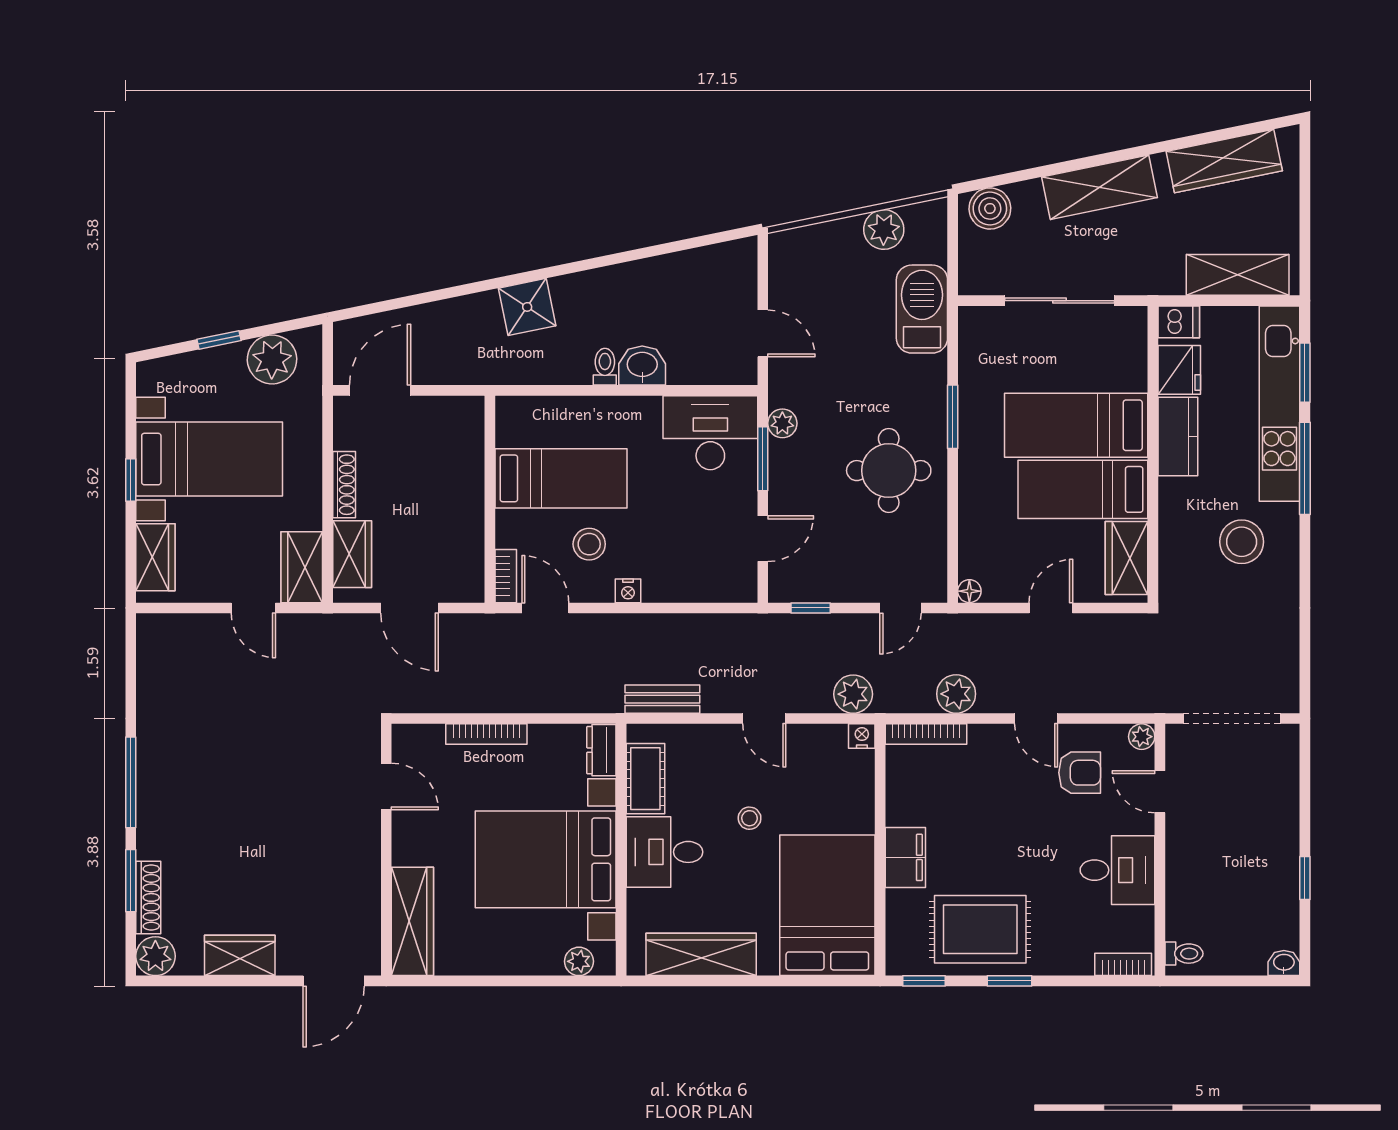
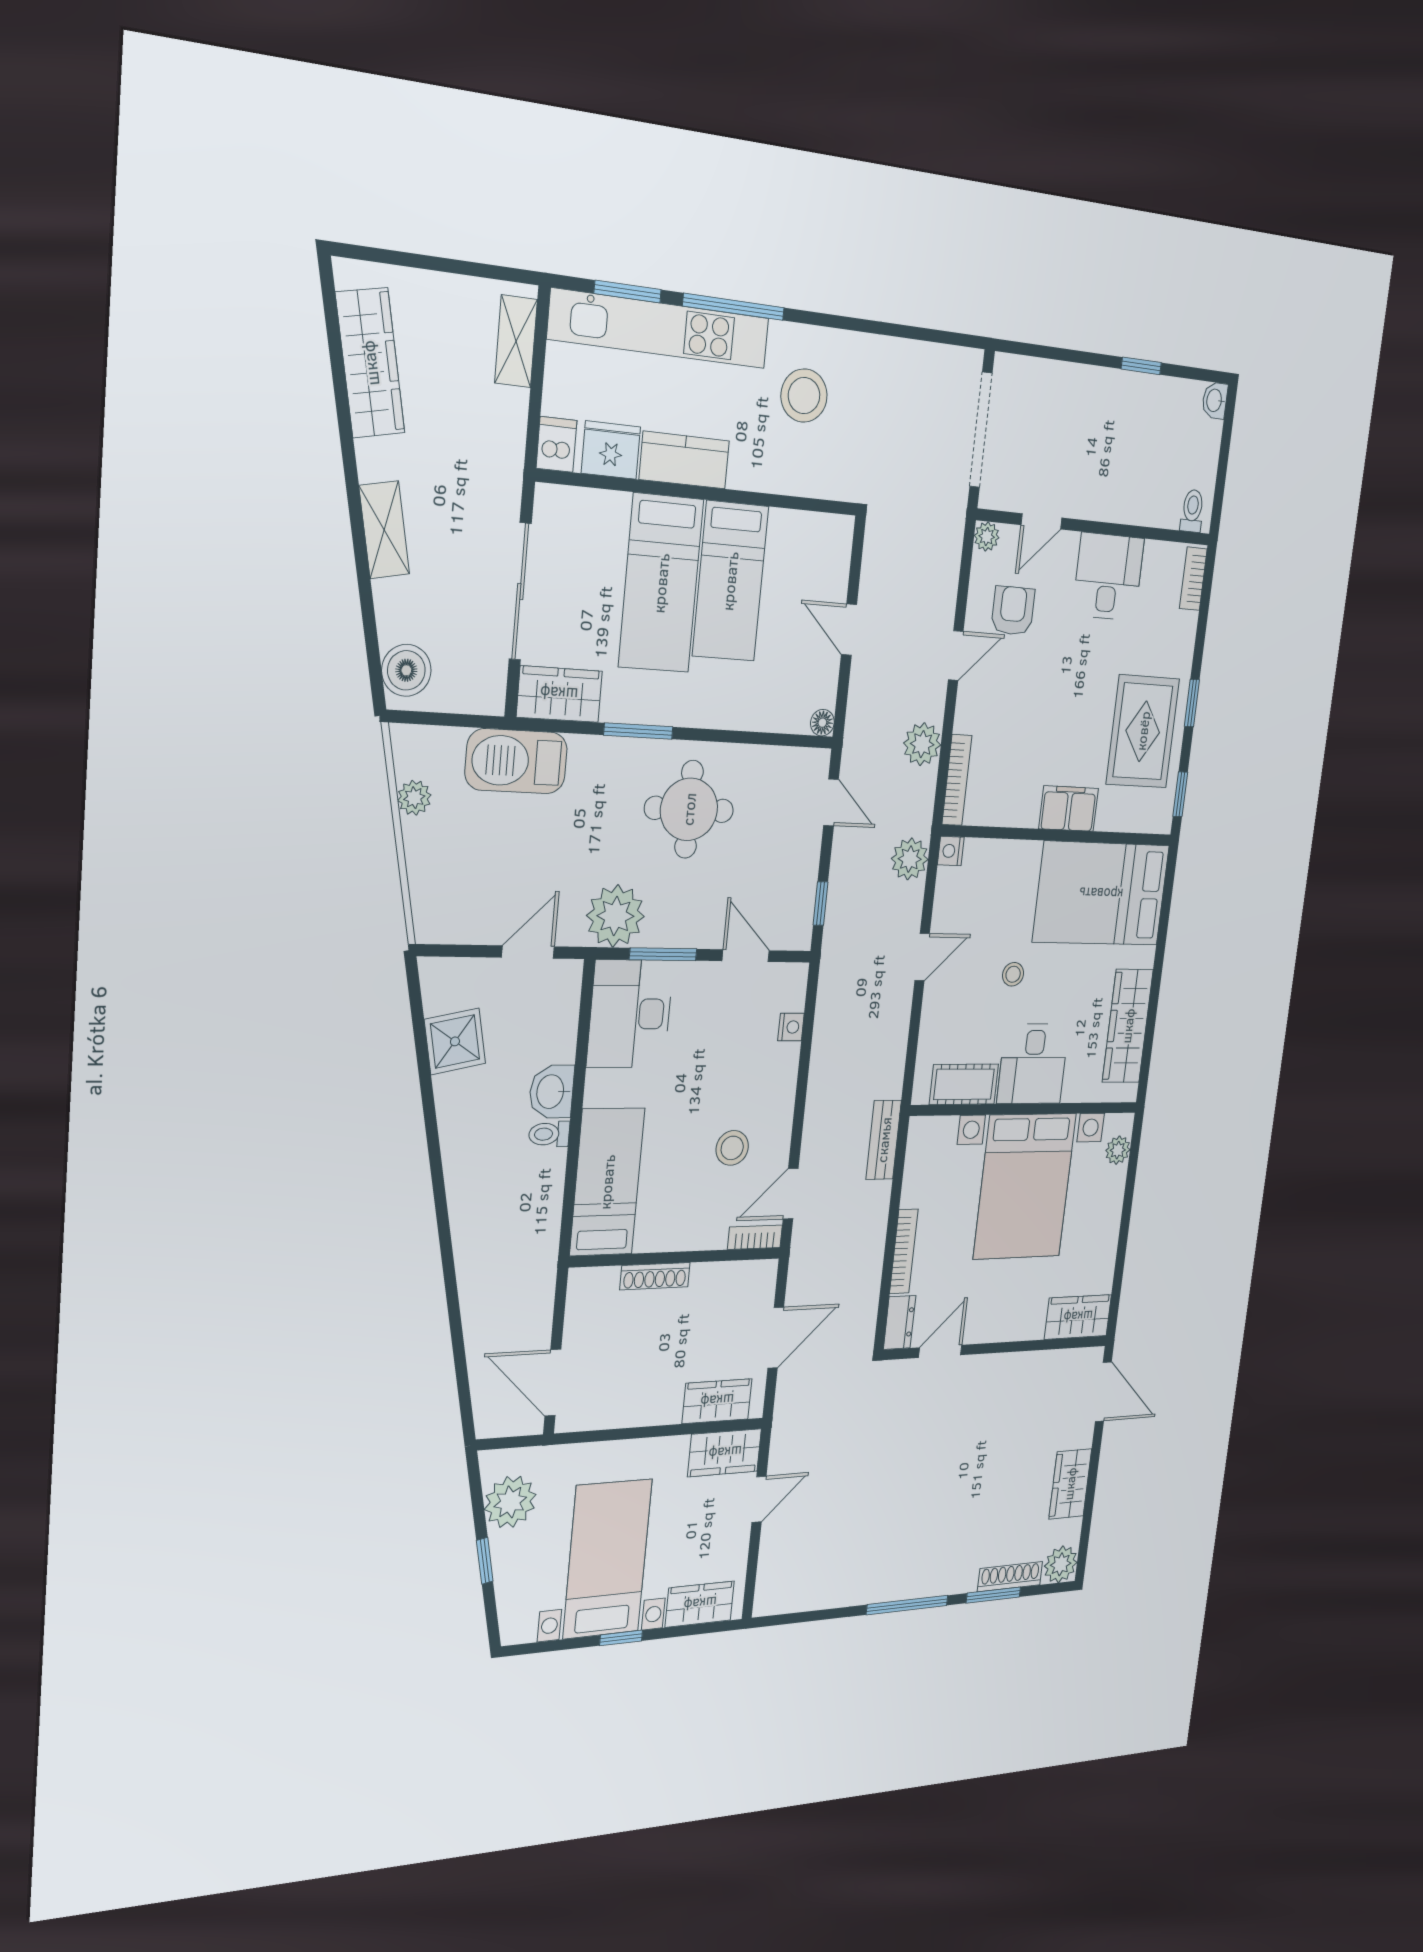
shelving: (1100, 187) -> (384, 530), width x0.67, depth x0.75
plant: (884, 229) -> (414, 798), width x0.73, depth x0.73
shelving: (1238, 275) -> (516, 341), width x0.67, depth x0.75
shower: (527, 307) -> (455, 1041), moved
plant: (782, 423) -> (615, 916), width x1.88, depth x1.88
bed: (561, 478) -> (607, 1182), moved
shoe rack: (344, 485) -> (655, 1276), moved, turned 180
wardrobe: (1127, 558) -> (559, 694), moved, turned 180
nightstand: (628, 591) -> (791, 1027), moved
bench: (662, 699) -> (884, 1140), moved
dresser: (601, 750) -> (900, 1322), moved, turned -90
wardrobe: (412, 921) -> (1078, 1317), width x0.67

